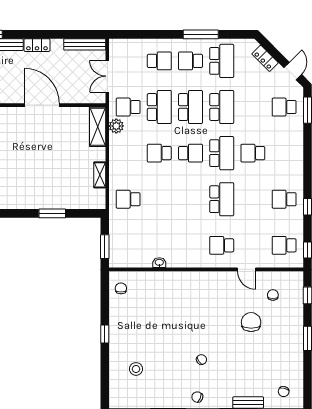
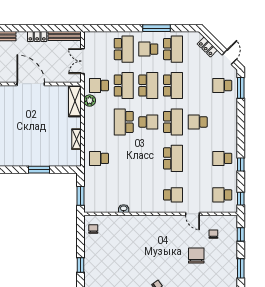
locker: (37, 45) -> (37, 37), moved
school desk: (159, 61) -> (124, 49), width x1.85
school desk: (159, 153) -> (124, 122), width x1.85
school desk: (222, 245) -> (173, 195), turned 180

